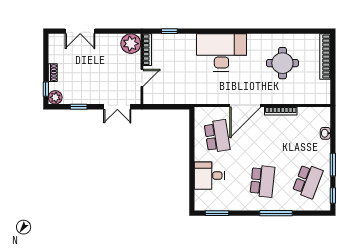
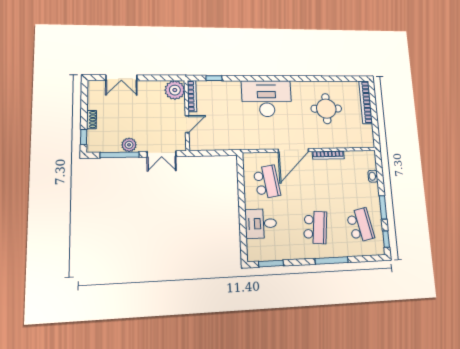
plant: (55, 97) -> (129, 145), moved
window: (79, 107) -> (120, 155), width x2.17
school desk: (308, 181) -> (360, 225), turned -33

